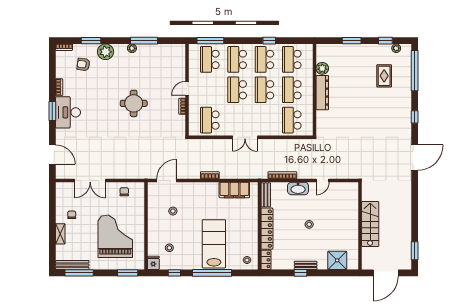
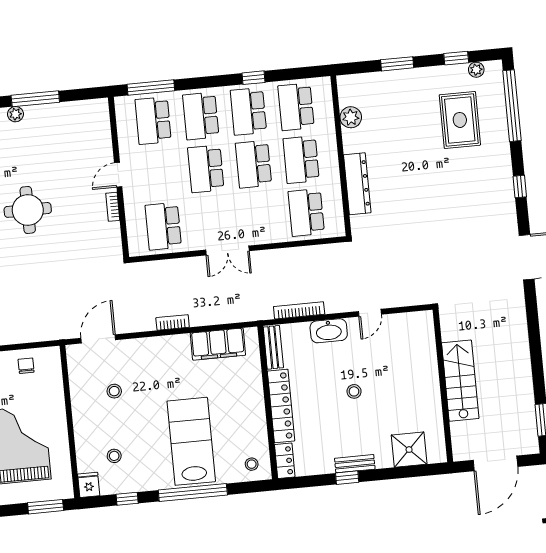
rug: (384, 76) -> (460, 120), width x1.36, depth x1.43
dresser: (322, 93) -> (357, 184), moved

